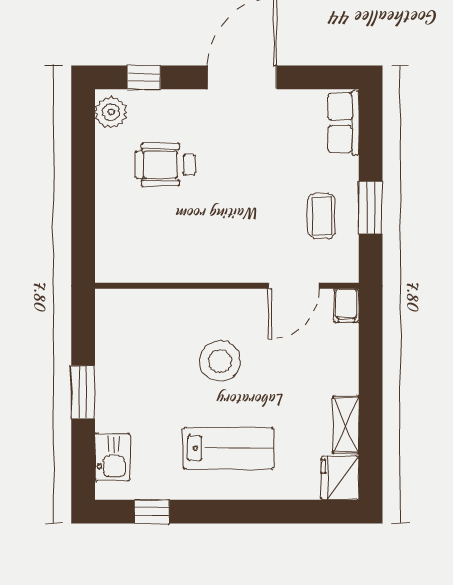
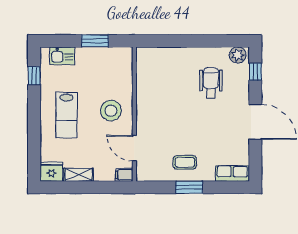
wall: (227, 286) -> (134, 114), moved
door: (294, 286) -> (134, 148), moved
filing cabinet: (346, 306) -> (124, 175), moved

